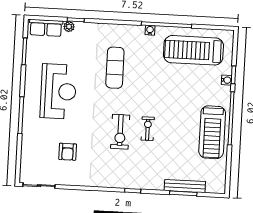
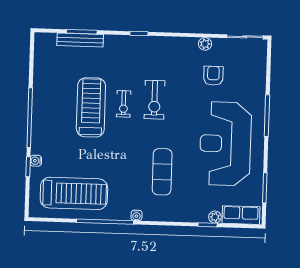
water cooler: (150, 30) -> (137, 215), moved
reception desk: (58, 91) -> (225, 144), width x1.36, depth x1.30
exercise bike: (120, 132) -> (154, 100), turned 180
treadmill: (212, 132) -> (91, 107), moved
plant: (74, 180) -> (205, 44), added

